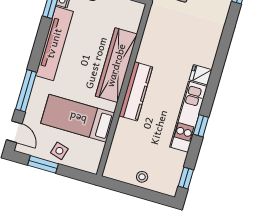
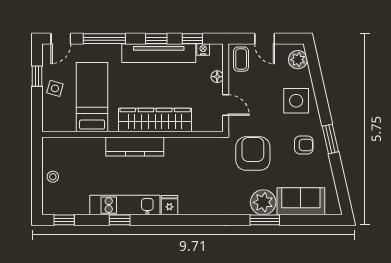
window: (40, 42) -> (156, 39), added
window: (43, 164) -> (37, 76), width x0.67

